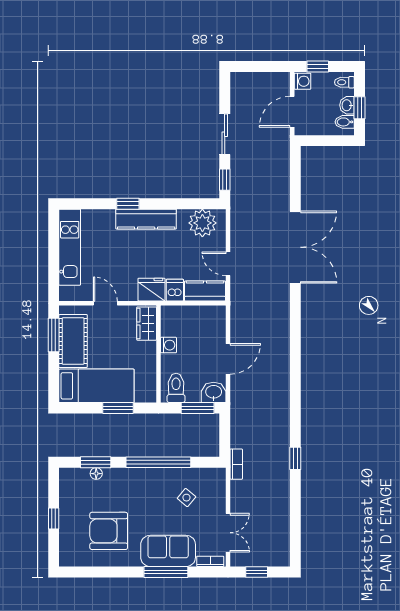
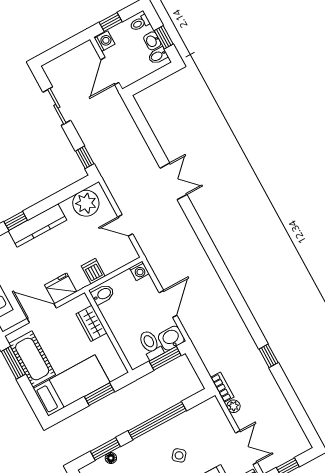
sliding door: (225, 134) -> (57, 106), moved
double door: (295, 247) -> (173, 181), width x0.54
fridge: (151, 290) -> (61, 288), moved
kitchen counter: (205, 291) -> (119, 258), removed
door: (105, 303) -> (42, 313), width x1.38
bidet: (172, 317) -> (103, 294), added
wardrobe: (147, 324) -> (91, 323), moved
washing machine: (168, 345) -> (139, 271), moved, turned 90
toilet: (176, 388) -> (151, 345), moved
plant: (237, 488) -> (234, 406), added
side table: (186, 498) -> (179, 455), moved

